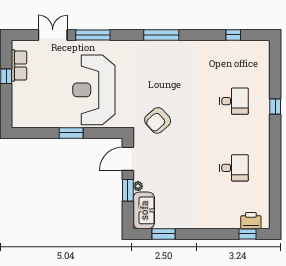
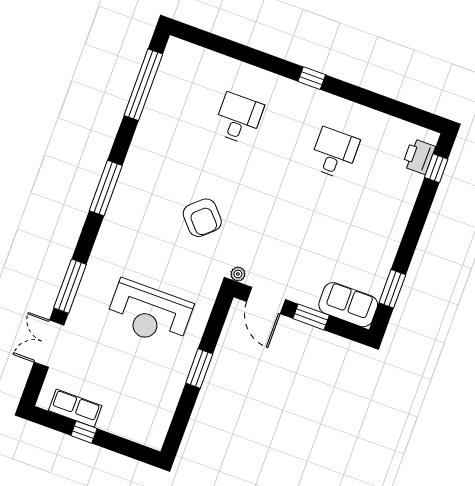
window: (233, 35) -> (143, 85), width x3.17
reception desk: (94, 90) -> (149, 313), width x0.74, depth x0.77
window: (275, 106) -> (312, 78), moved
armchair: (158, 120) -> (202, 218), moved
plant: (138, 186) -> (238, 274), moved

